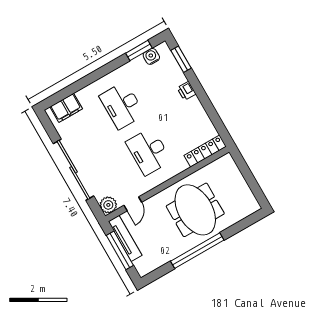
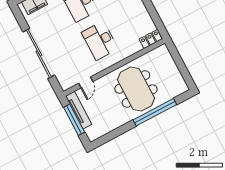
locker: (205, 151) -> (151, 39), width x0.66
plant: (108, 205) -> (66, 83), removed
window: (197, 251) -> (155, 112), moved

